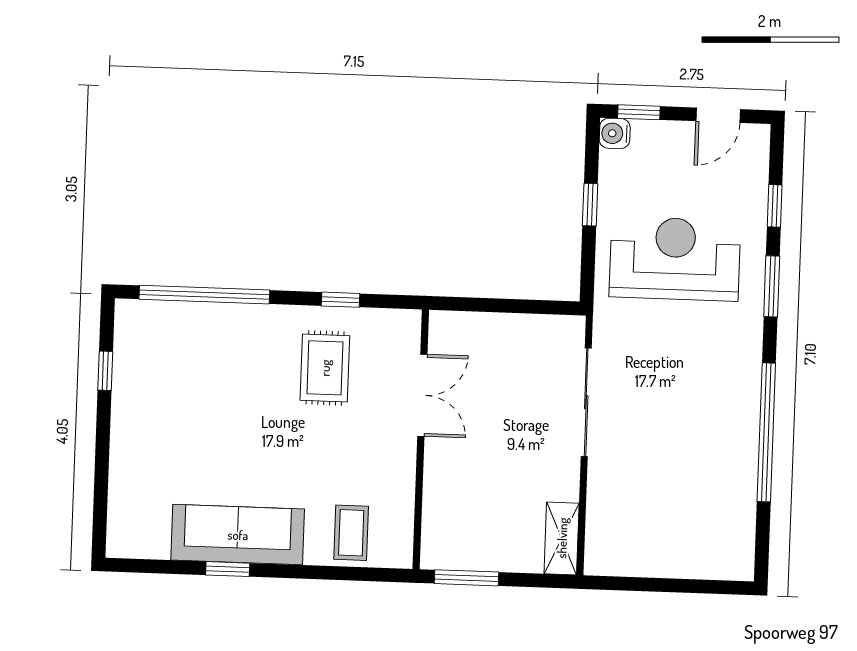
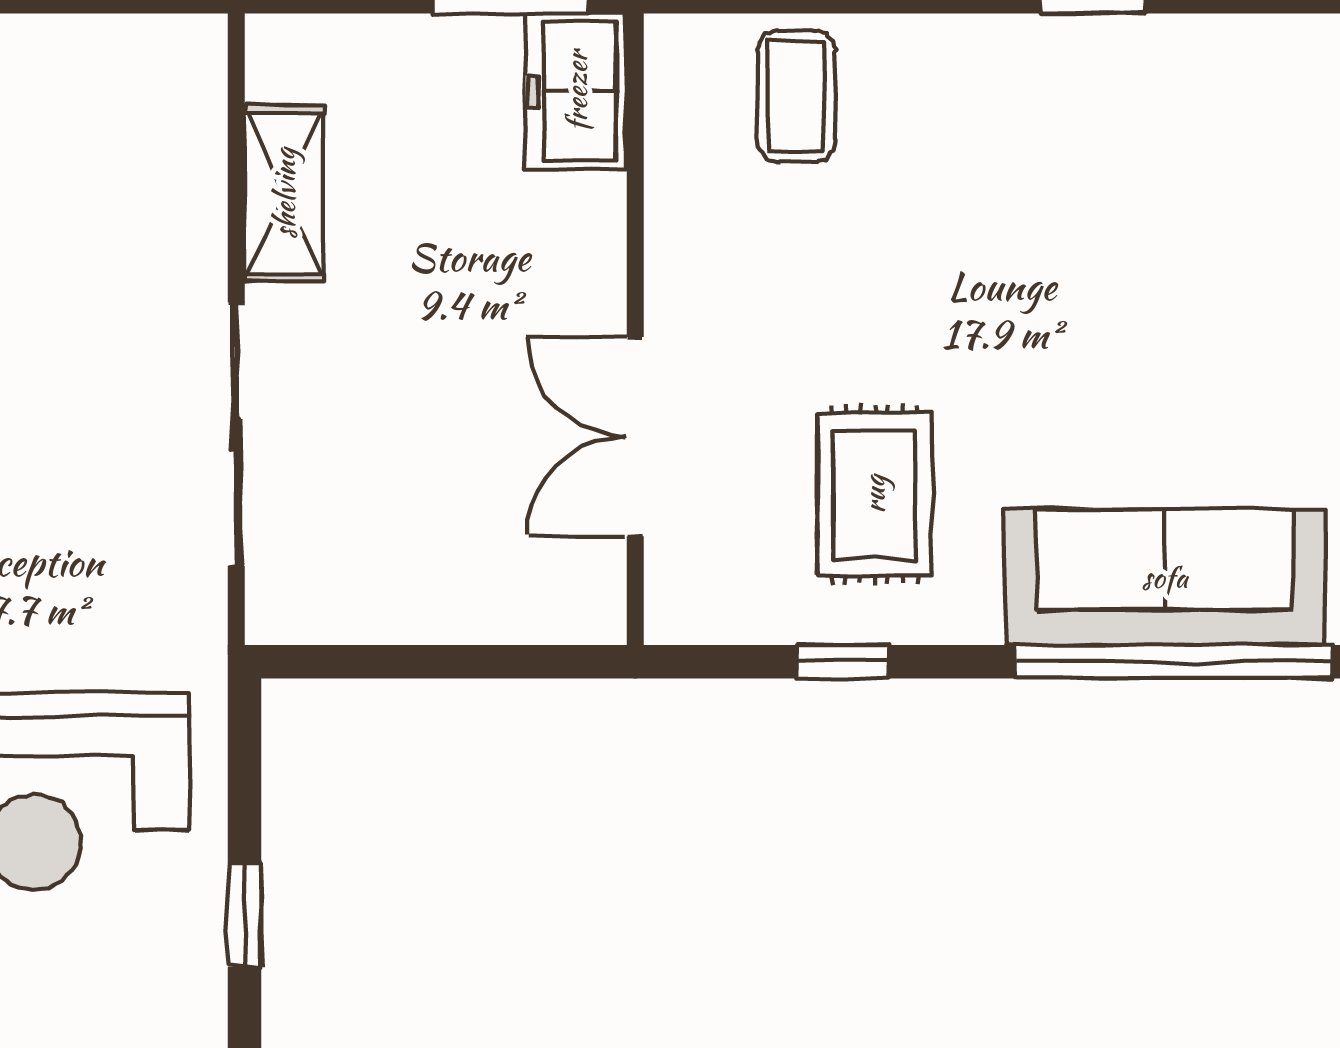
sofa: (238, 535) -> (1165, 577), moved, turned 180
freezer: (441, 538) -> (576, 91), added
shelving: (562, 538) -> (284, 193), moved

